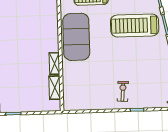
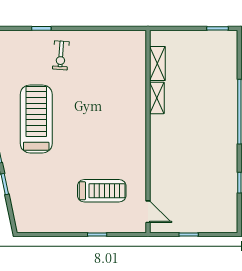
treadmill: (135, 25) -> (36, 119), moved, turned -90
exercise mat: (76, 37) -> (125, 135), removed

